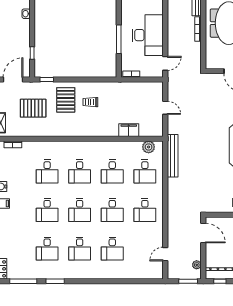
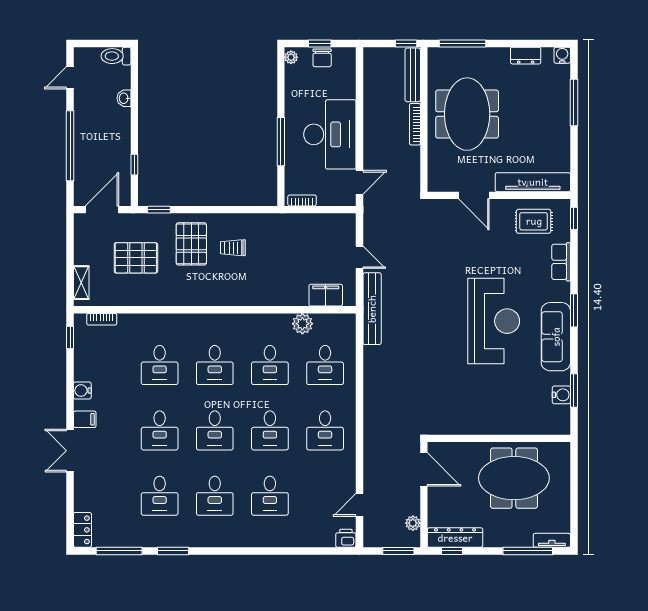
filing cabinet: (129, 130) -> (326, 295), moved
plant: (149, 147) -> (302, 324), moved
bench: (173, 156) -> (372, 309), moved
printer: (157, 274) -> (346, 538), added

